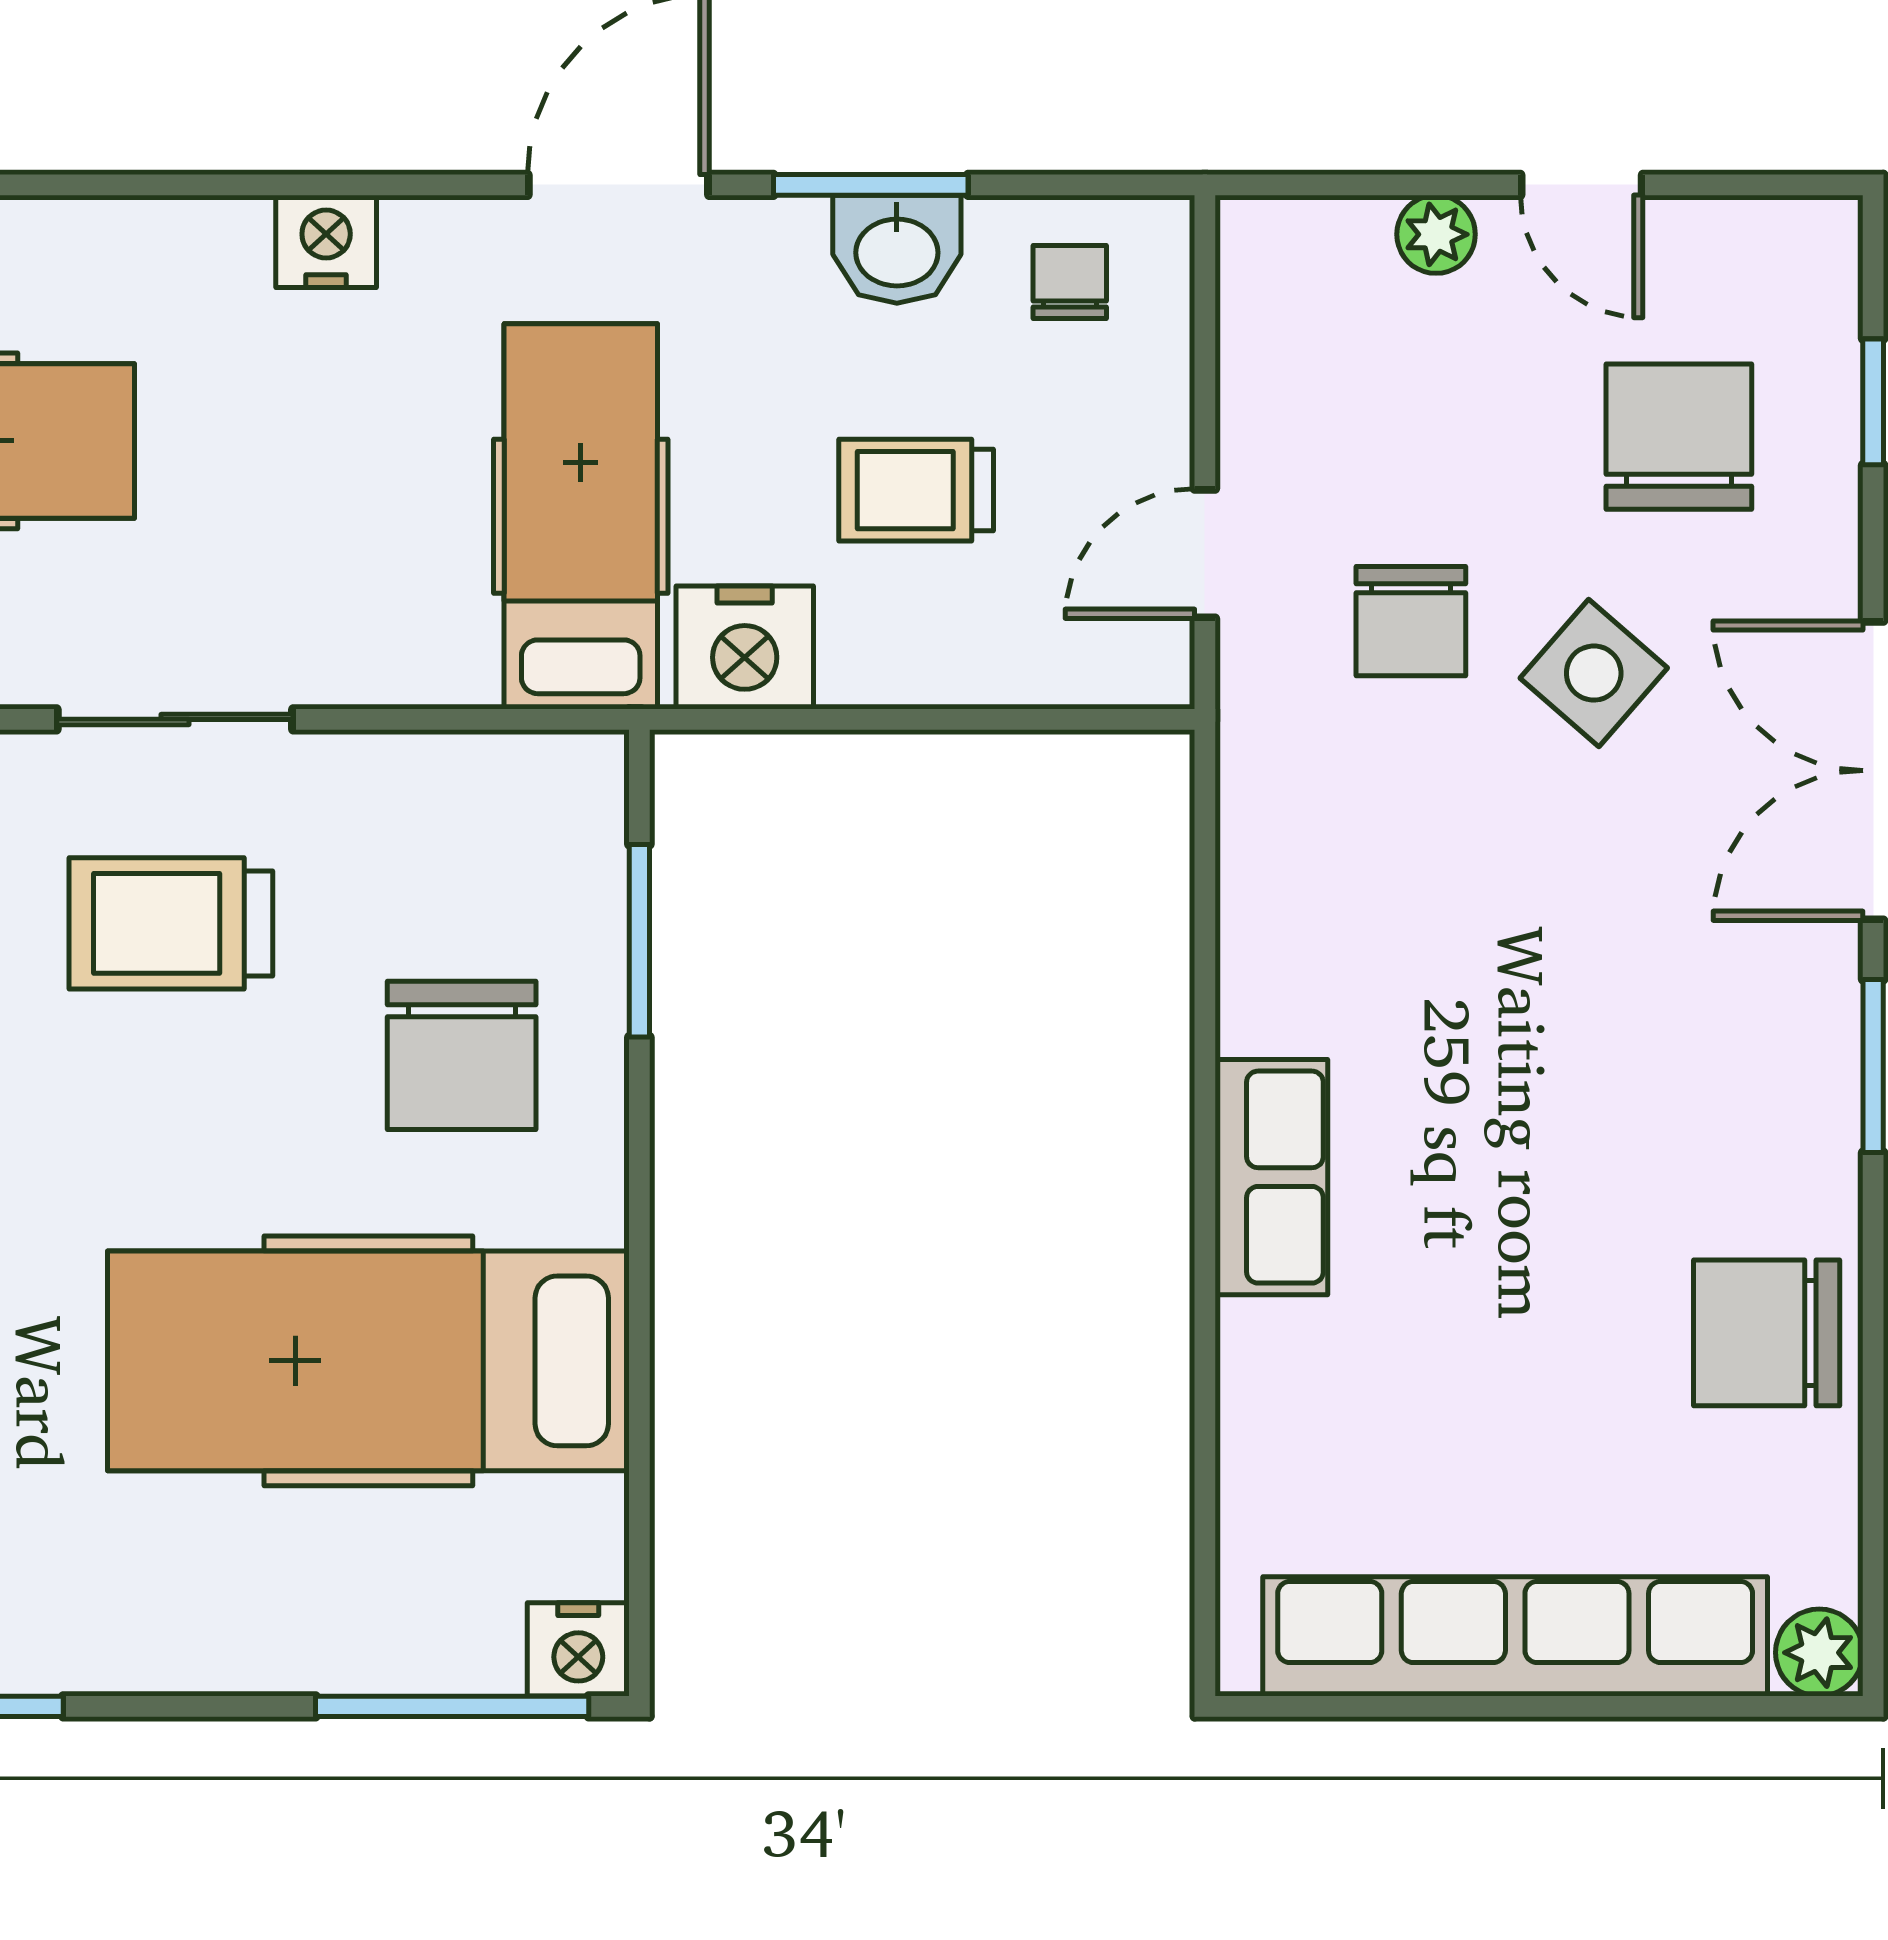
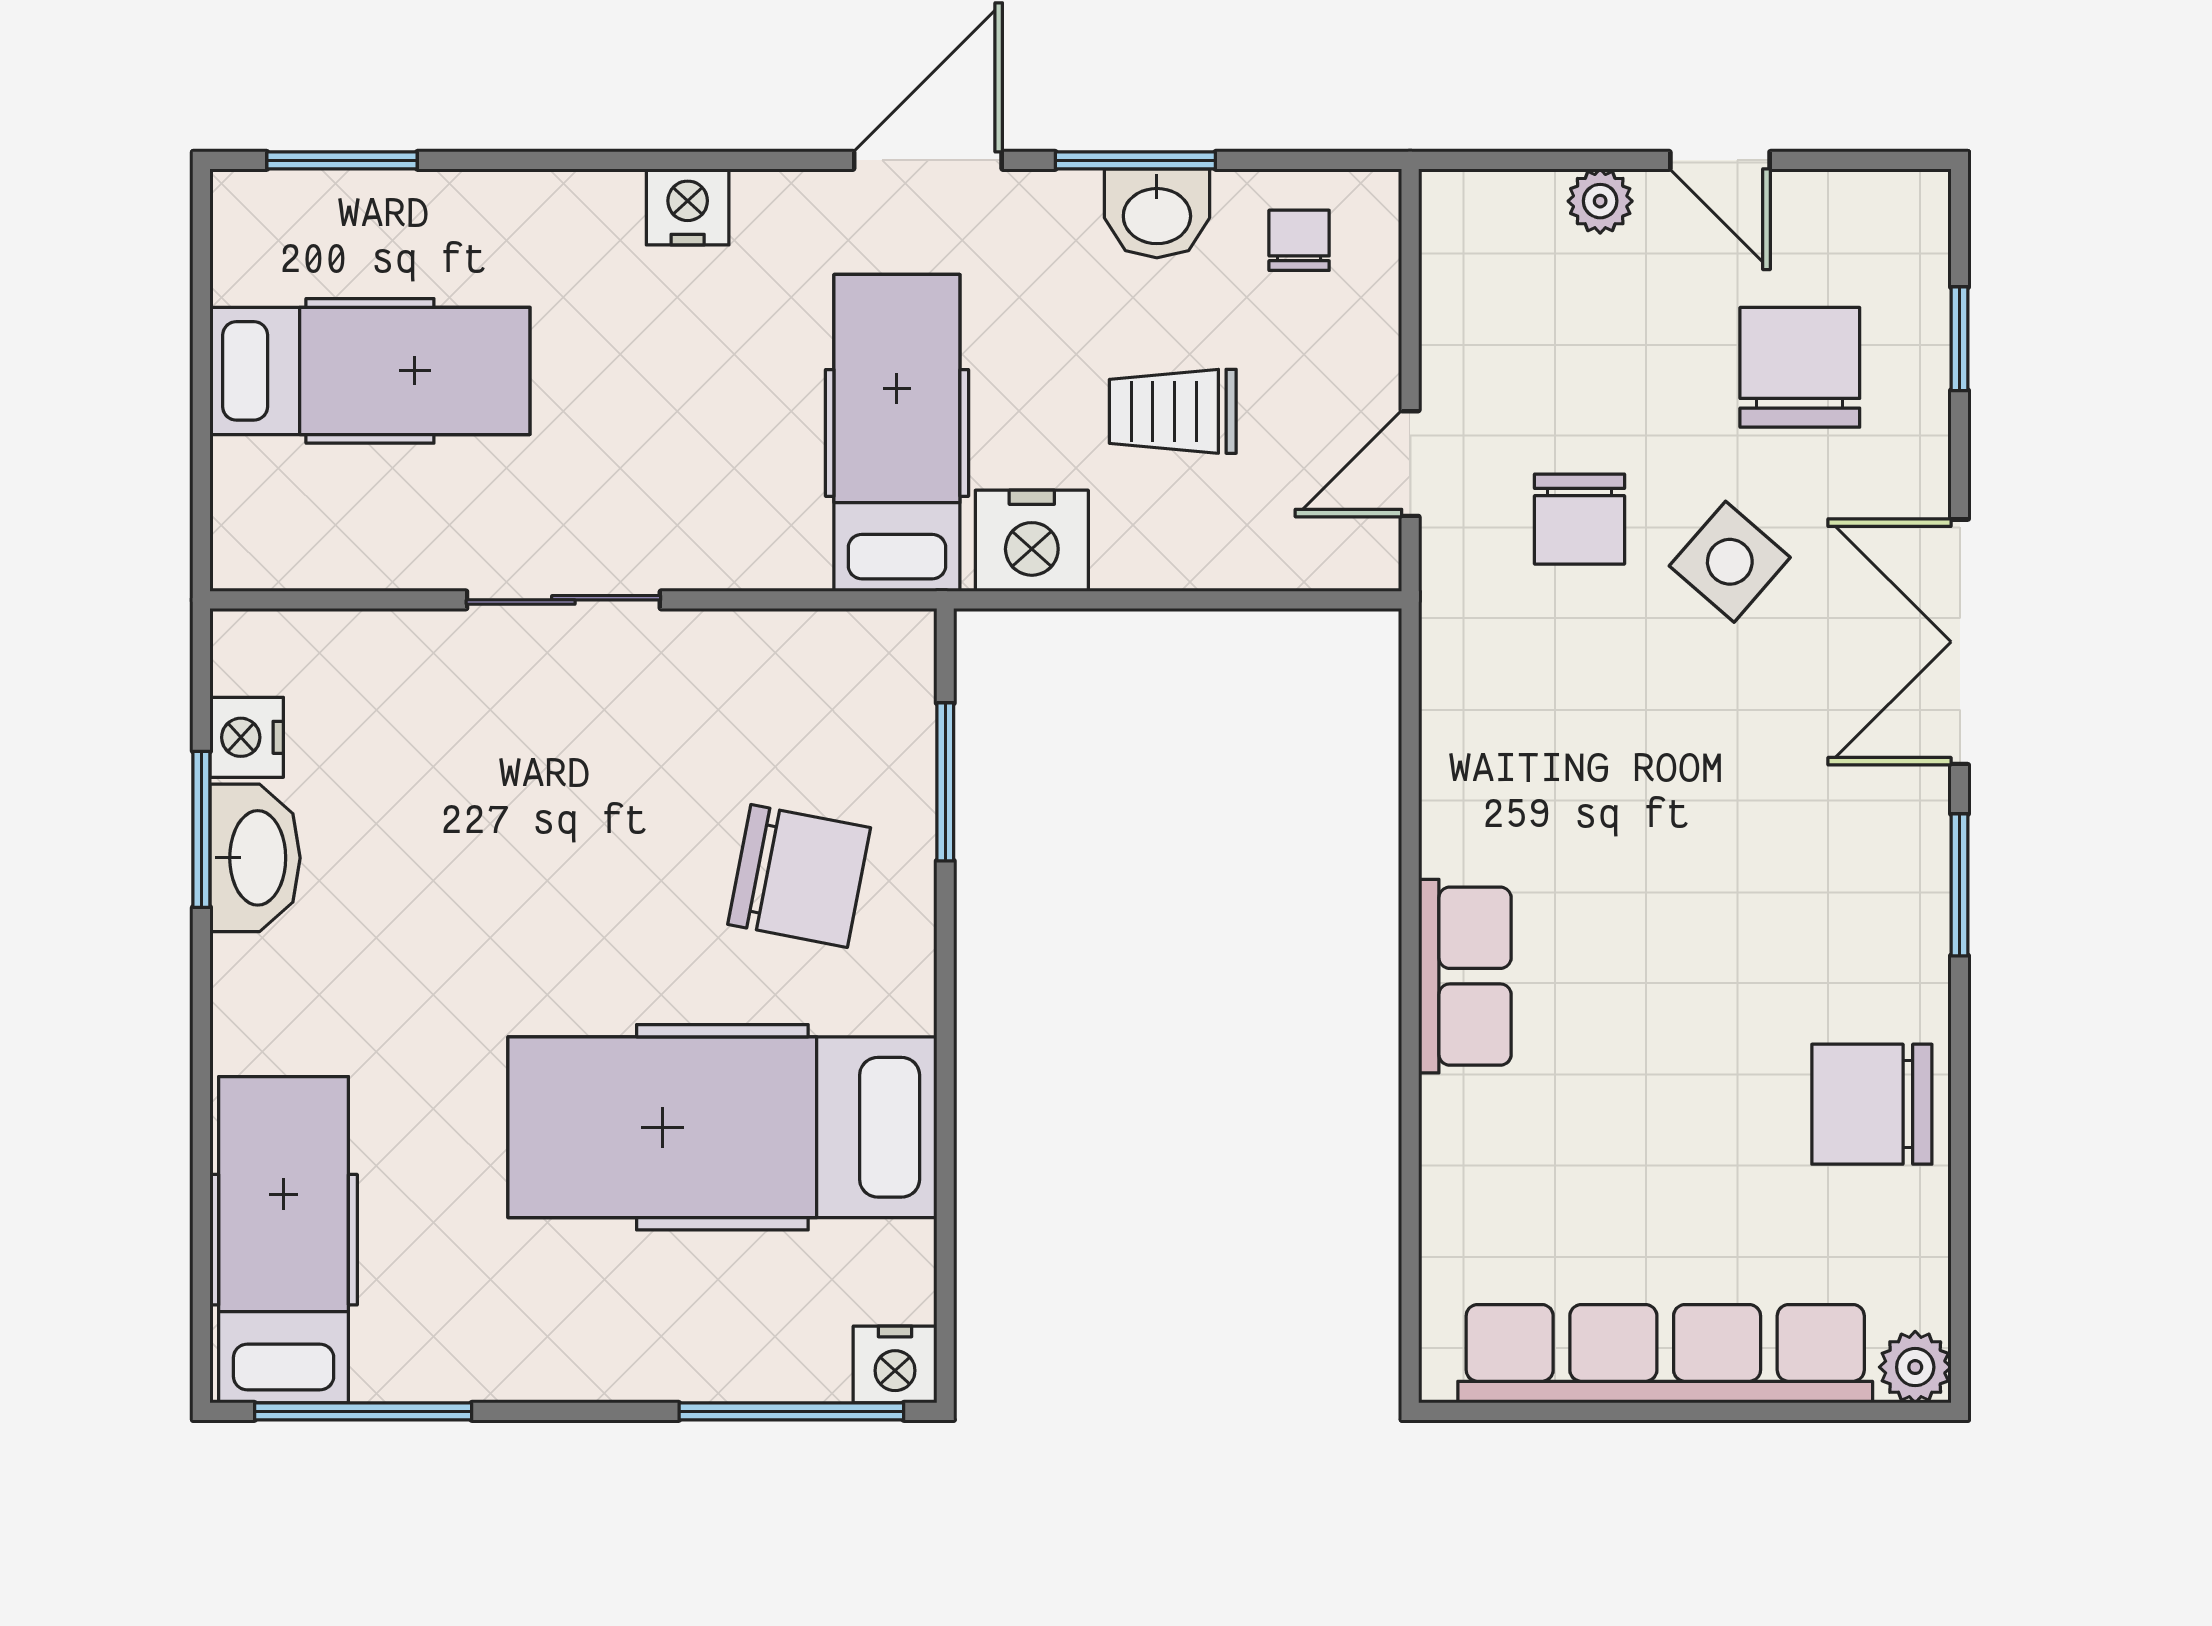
trolley: (171, 923) -> (560, 768), removed
chair: (462, 1055) -> (799, 876), turned -79

